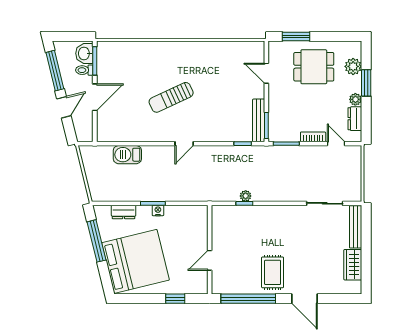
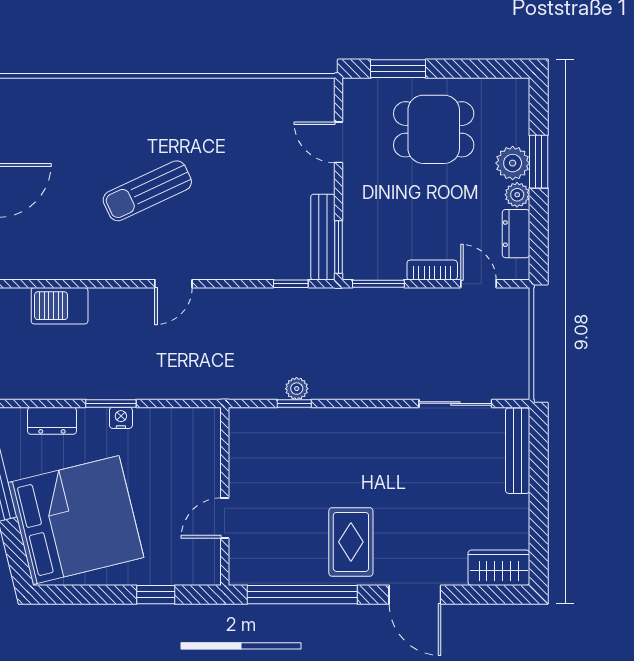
plant: (353, 66) -> (513, 163), moved
wardrobe: (353, 265) -> (499, 568), moved, turned 90

